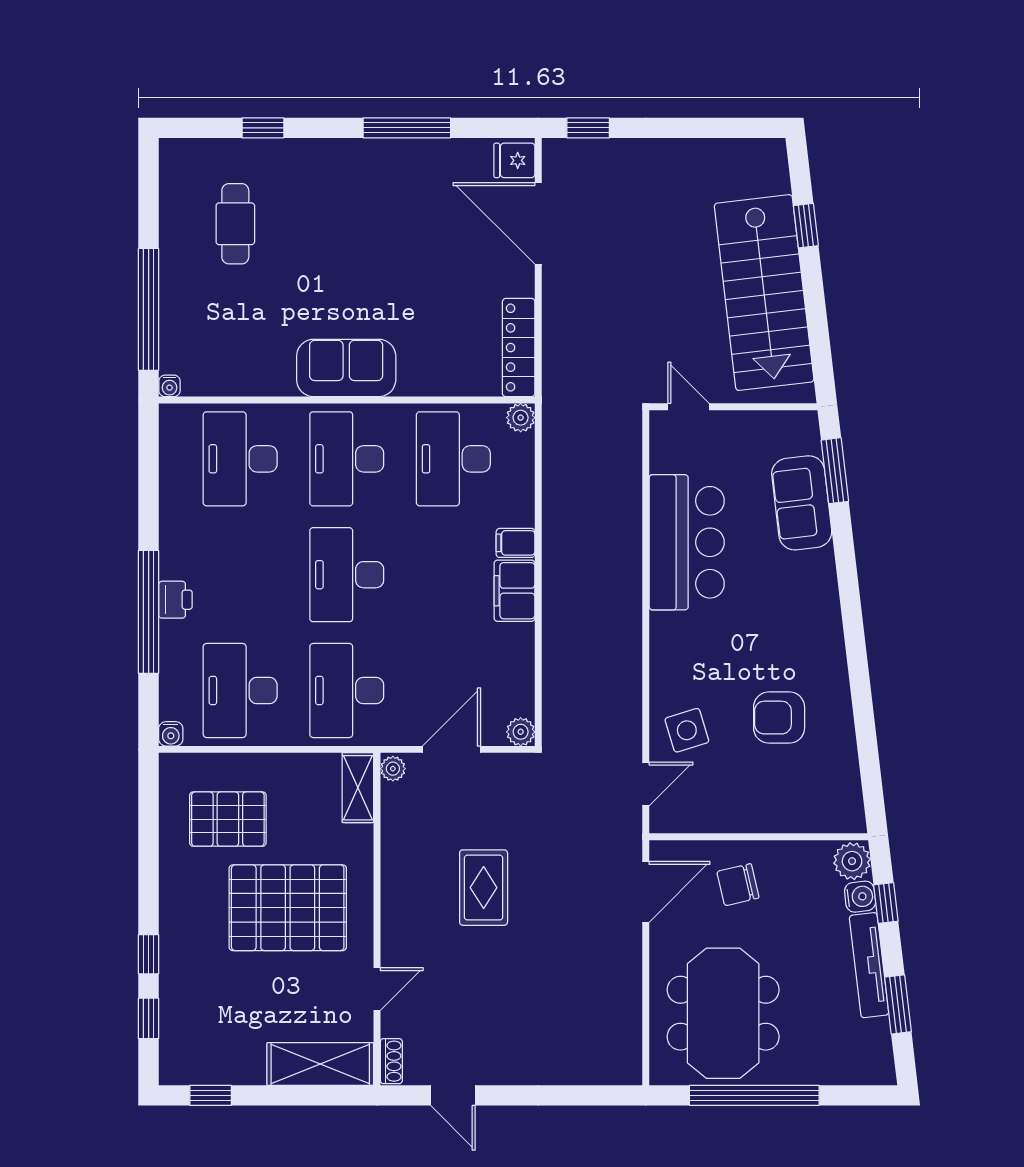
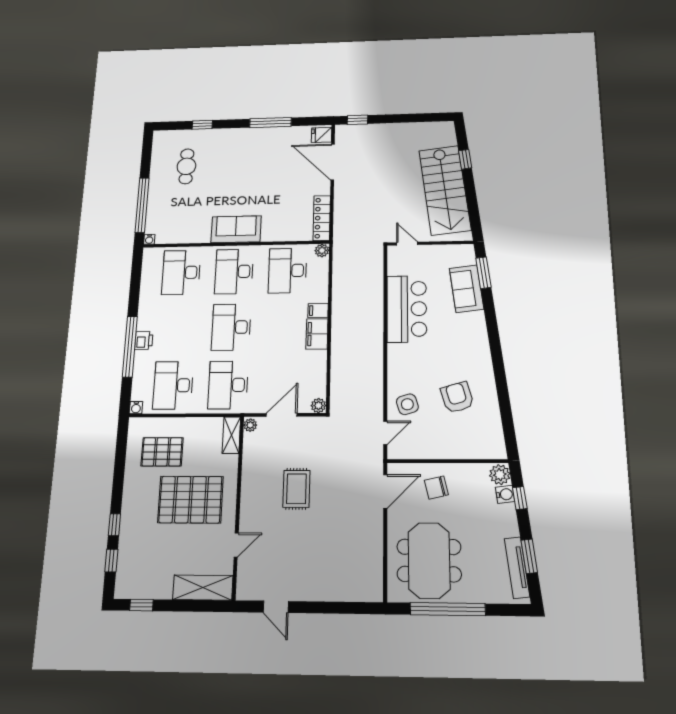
armchair: (779, 718) -> (457, 397), turned 74
tv unit: (869, 965) -> (517, 568), moved
shoe rack: (391, 1061) -> (242, 586), removed

